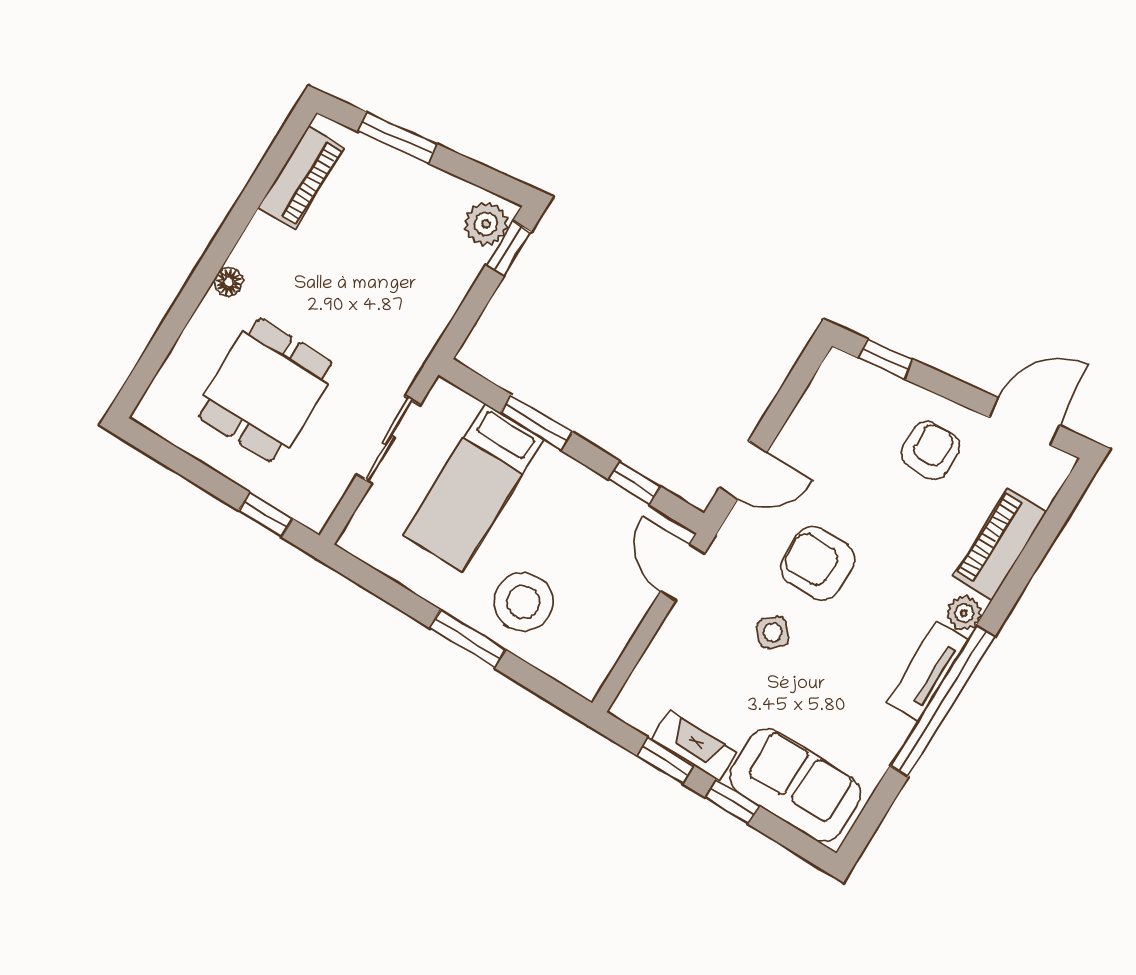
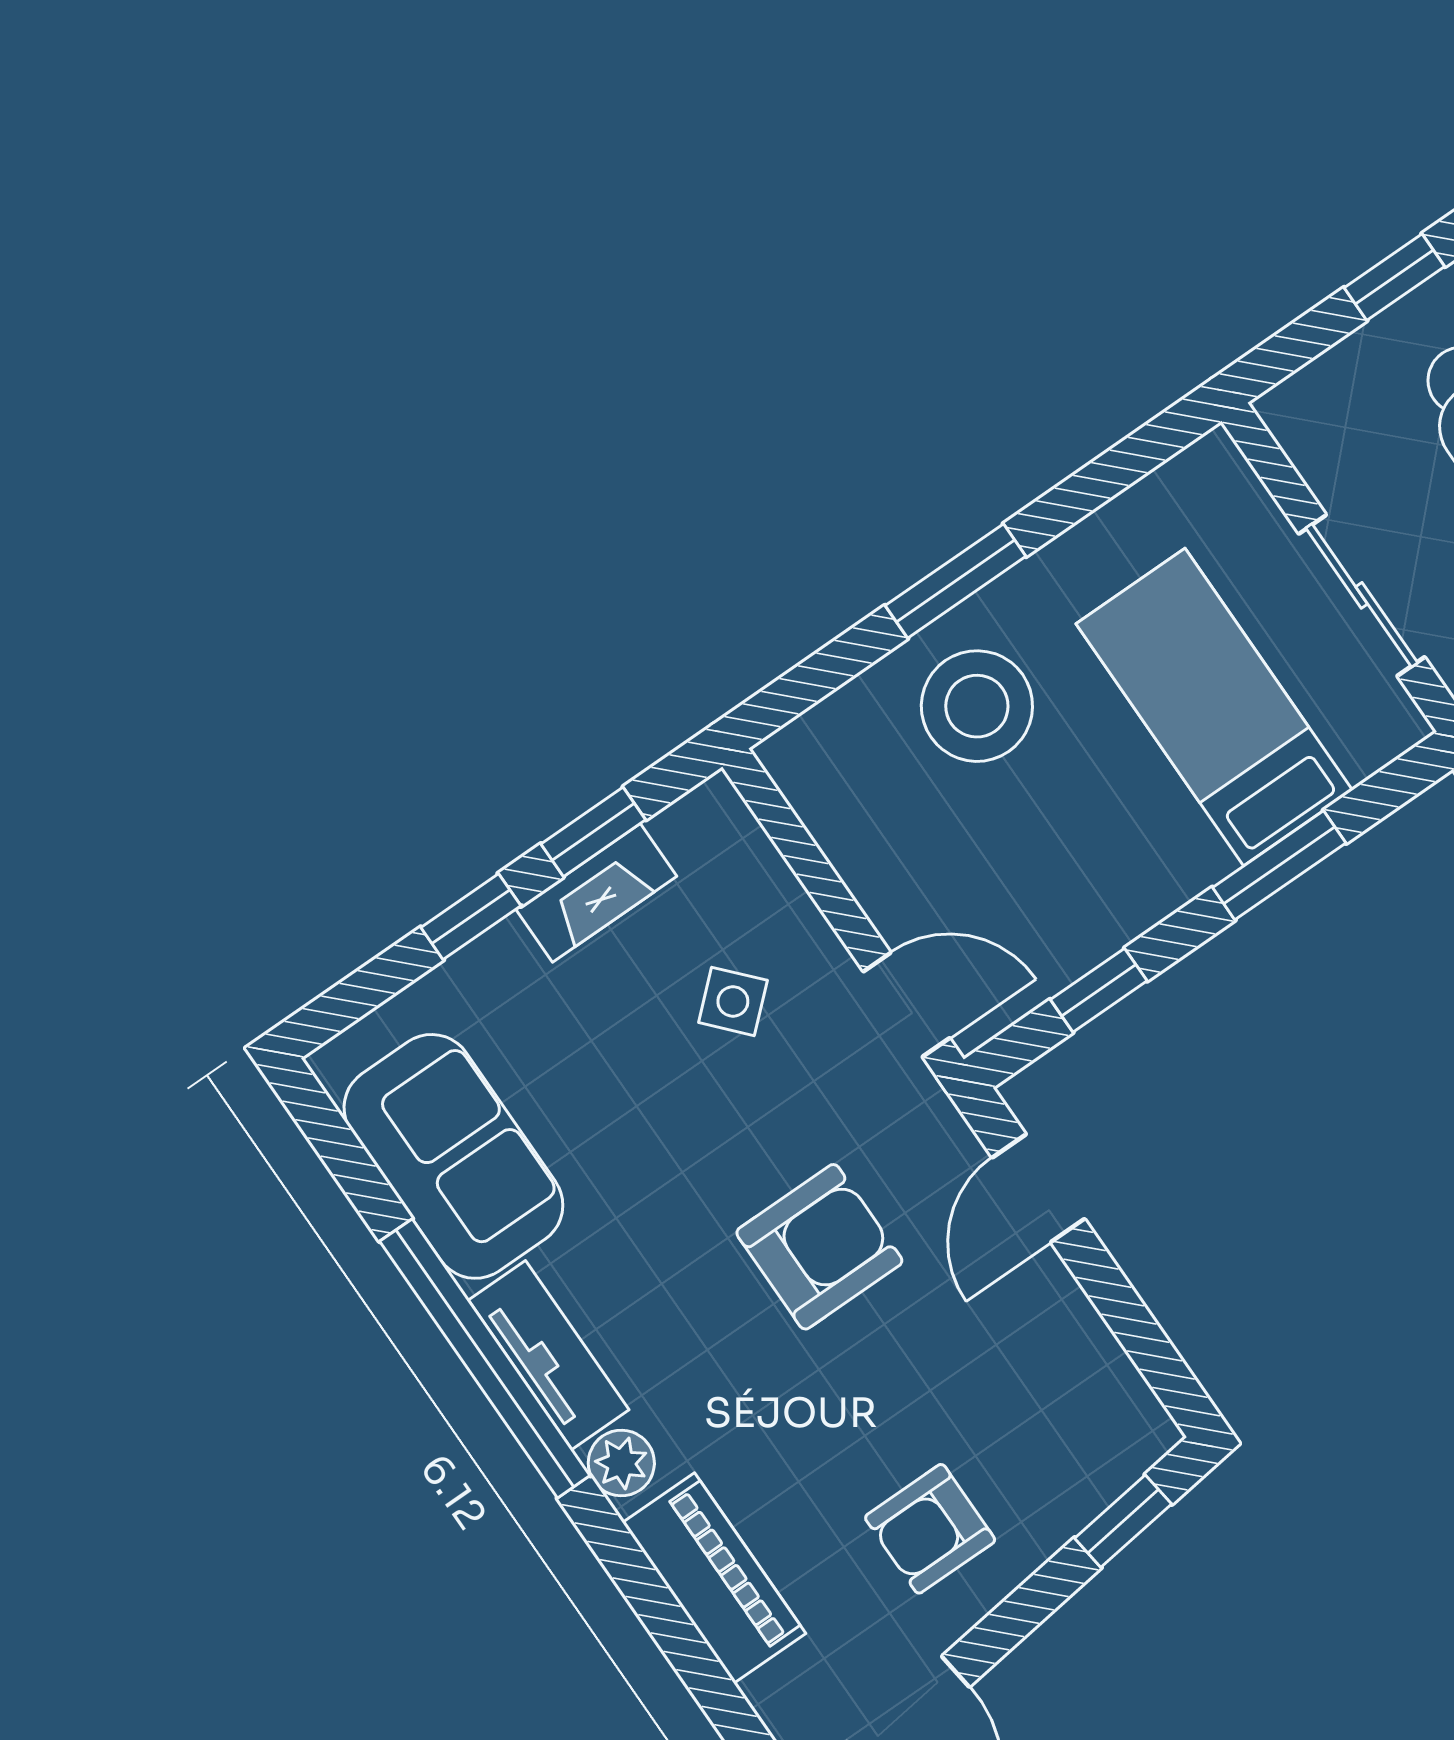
armchair: (930, 450) -> (930, 1529), turned 90
window: (266, 515) -> (1394, 277), moved
side table: (773, 632) -> (733, 1001), moved
sofa: (795, 785) -> (453, 1156), moved, turned -90

